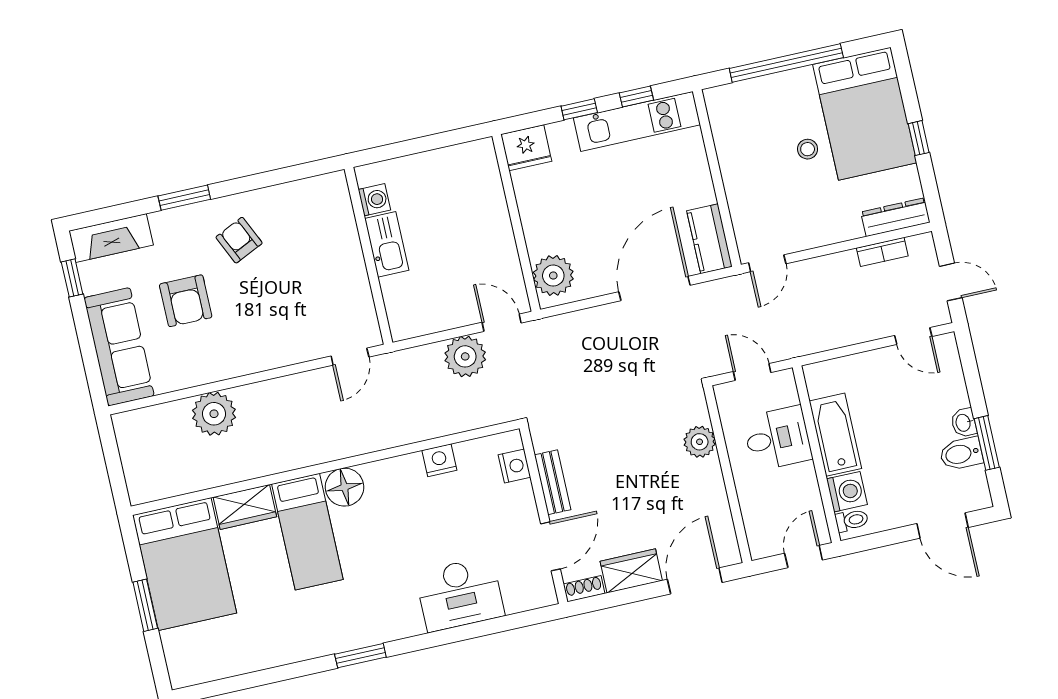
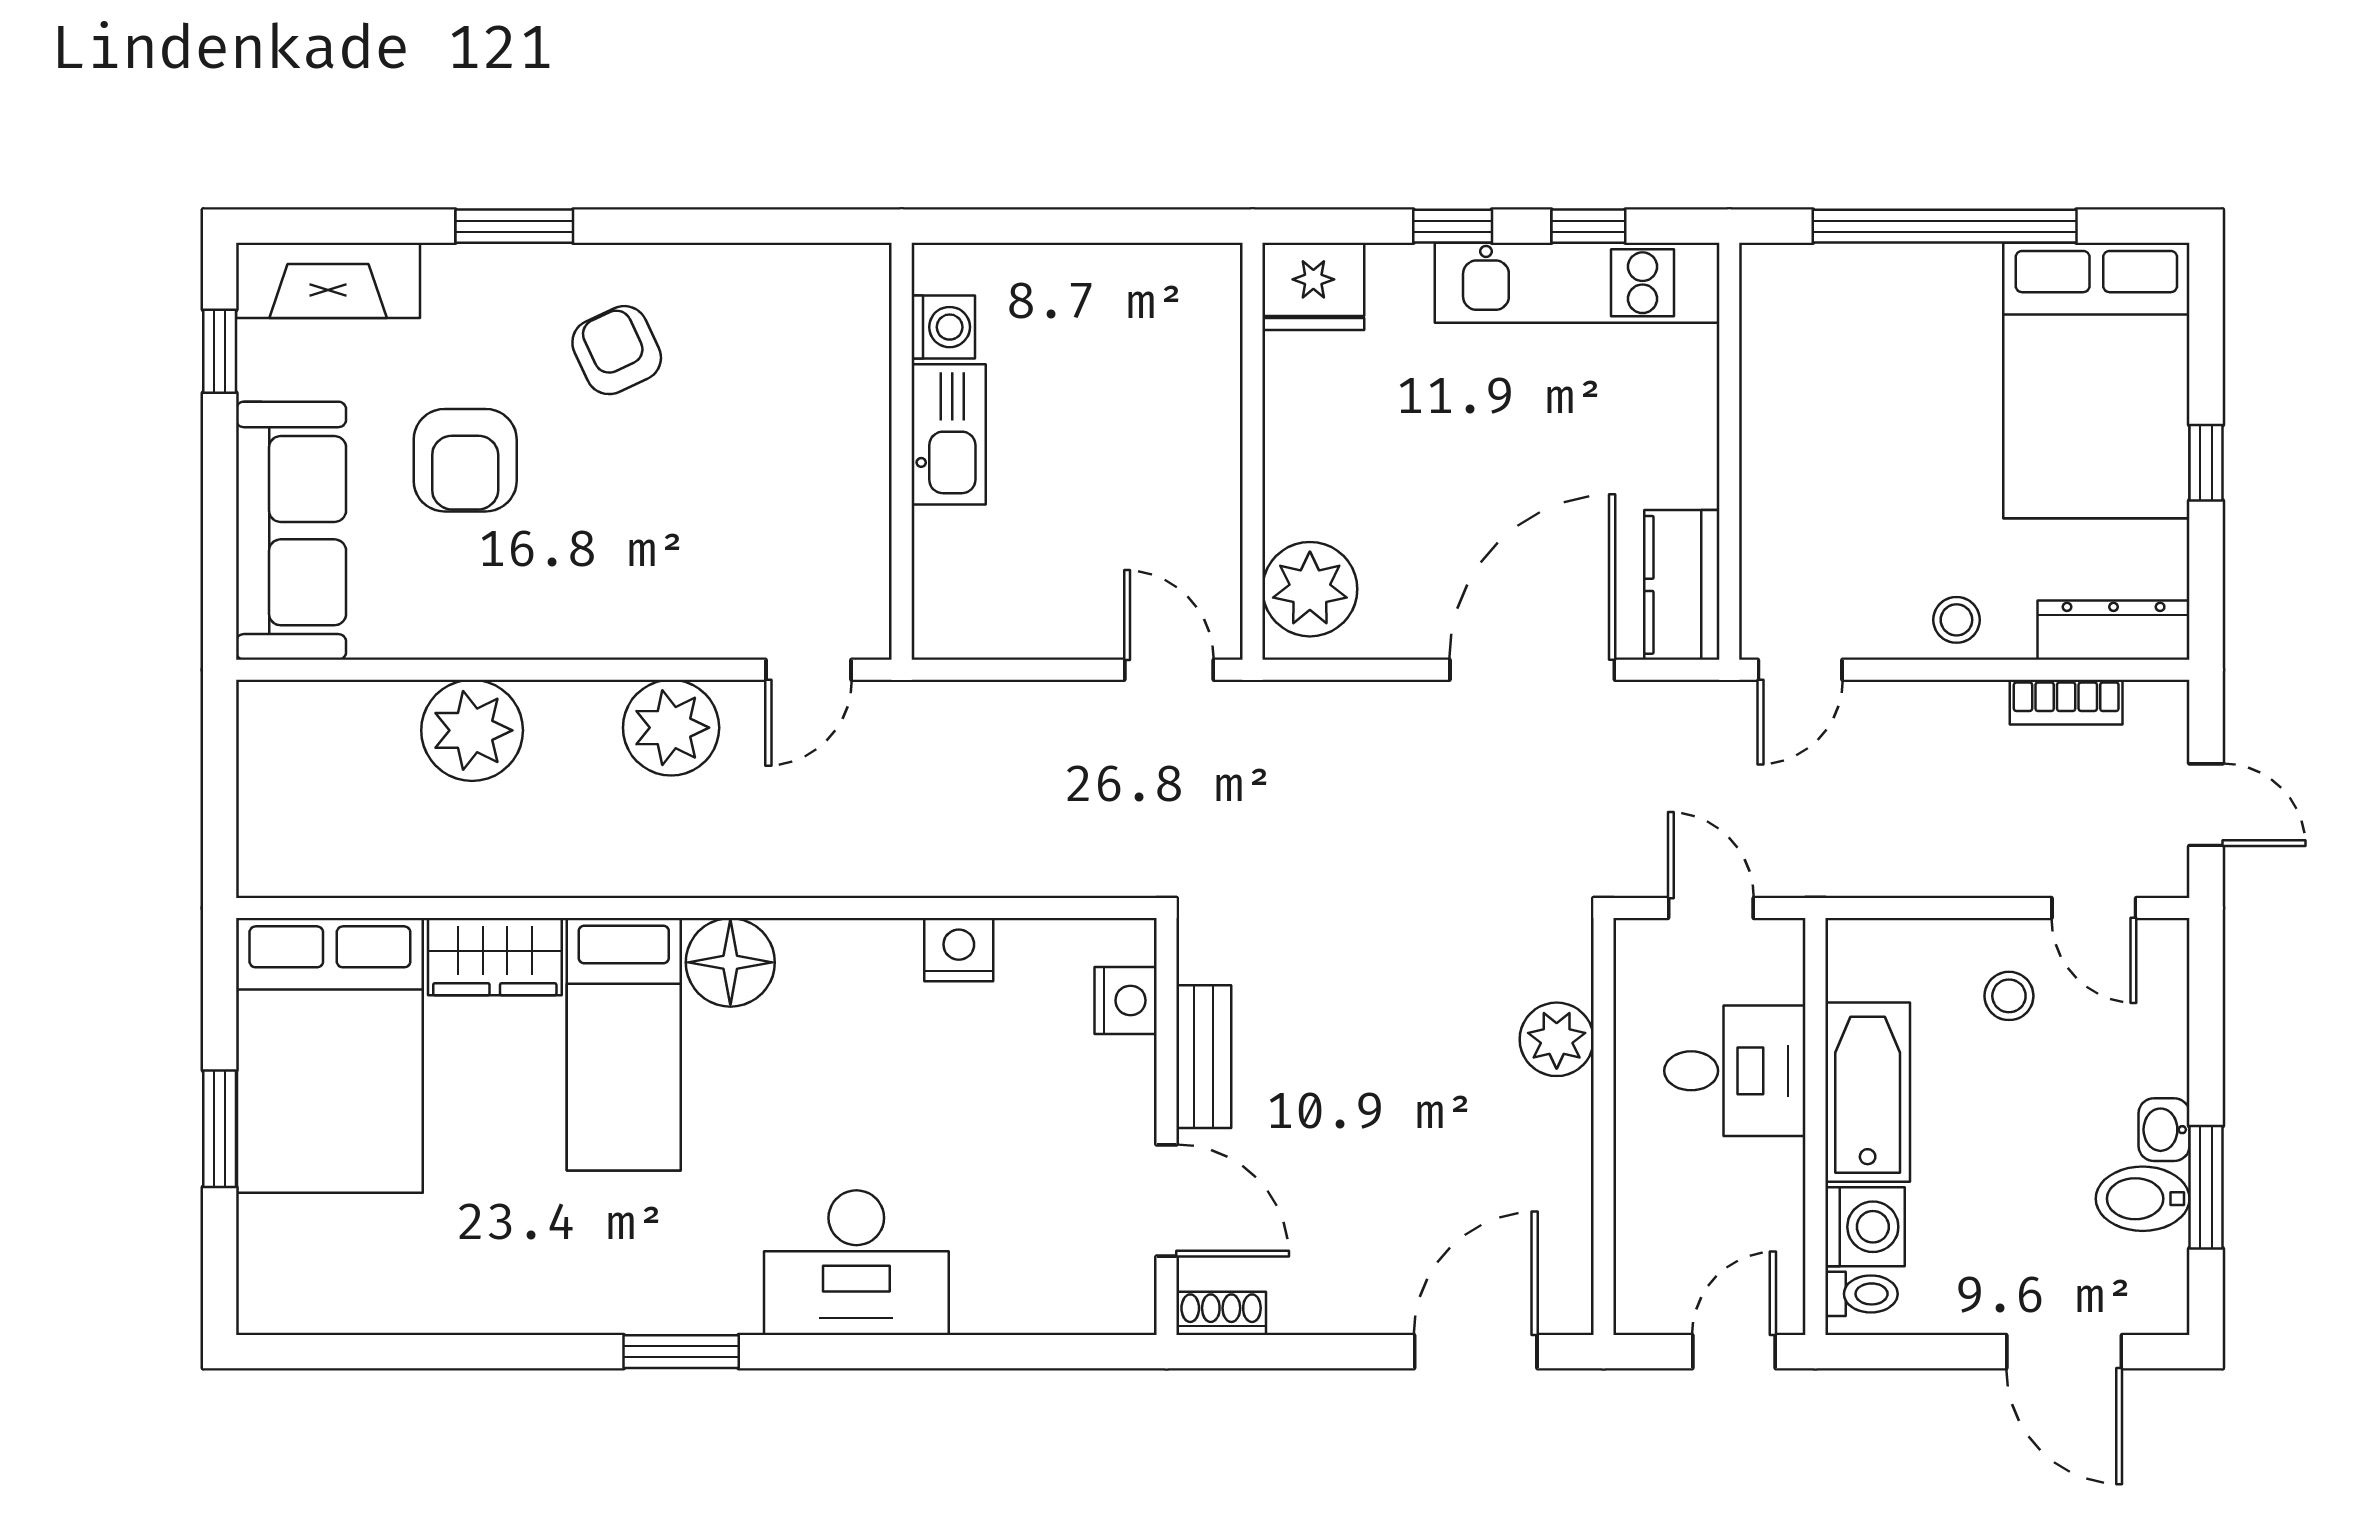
stool: (808, 149) -> (1956, 620), moved
plant: (465, 356) -> (671, 728), moved
stool: (886, 381) -> (2009, 996), added
door: (550, 546) -> (1166, 1200), hinge flipped
wardrobe: (631, 571) -> (1337, 1297), removed
desk: (460, 594) -> (856, 1263), moved

